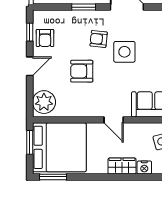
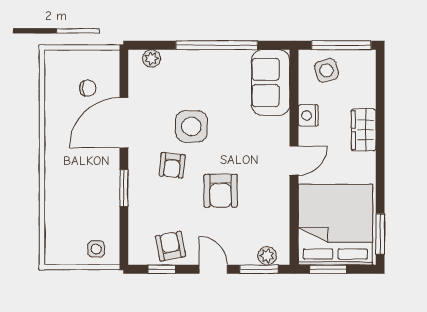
armchair: (45, 38) -> (170, 246), turned -101
window: (30, 97) -> (259, 269), added
plant: (44, 102) -> (267, 256), width x0.53, depth x0.53
door: (114, 120) -> (294, 161), moved
nightstand: (144, 168) -> (308, 115), moved, turned 180

